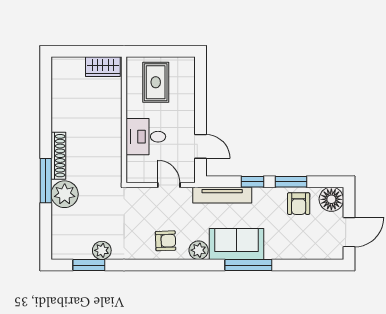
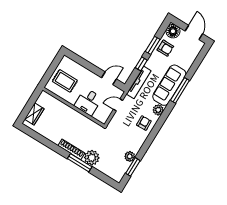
wardrobe: (103, 67) -> (34, 114), moved
sofa: (237, 244) -> (169, 85), width x1.36

